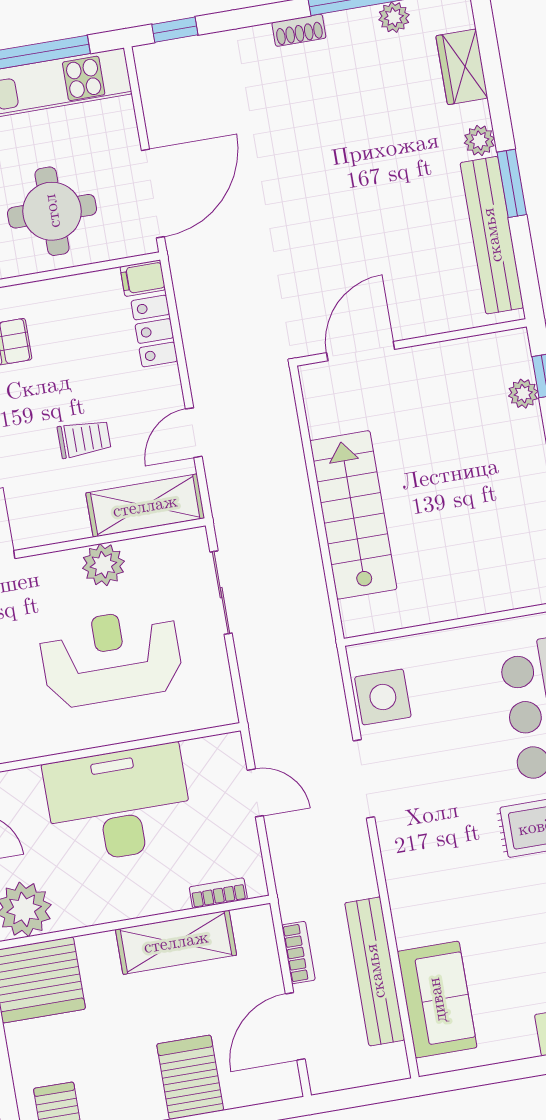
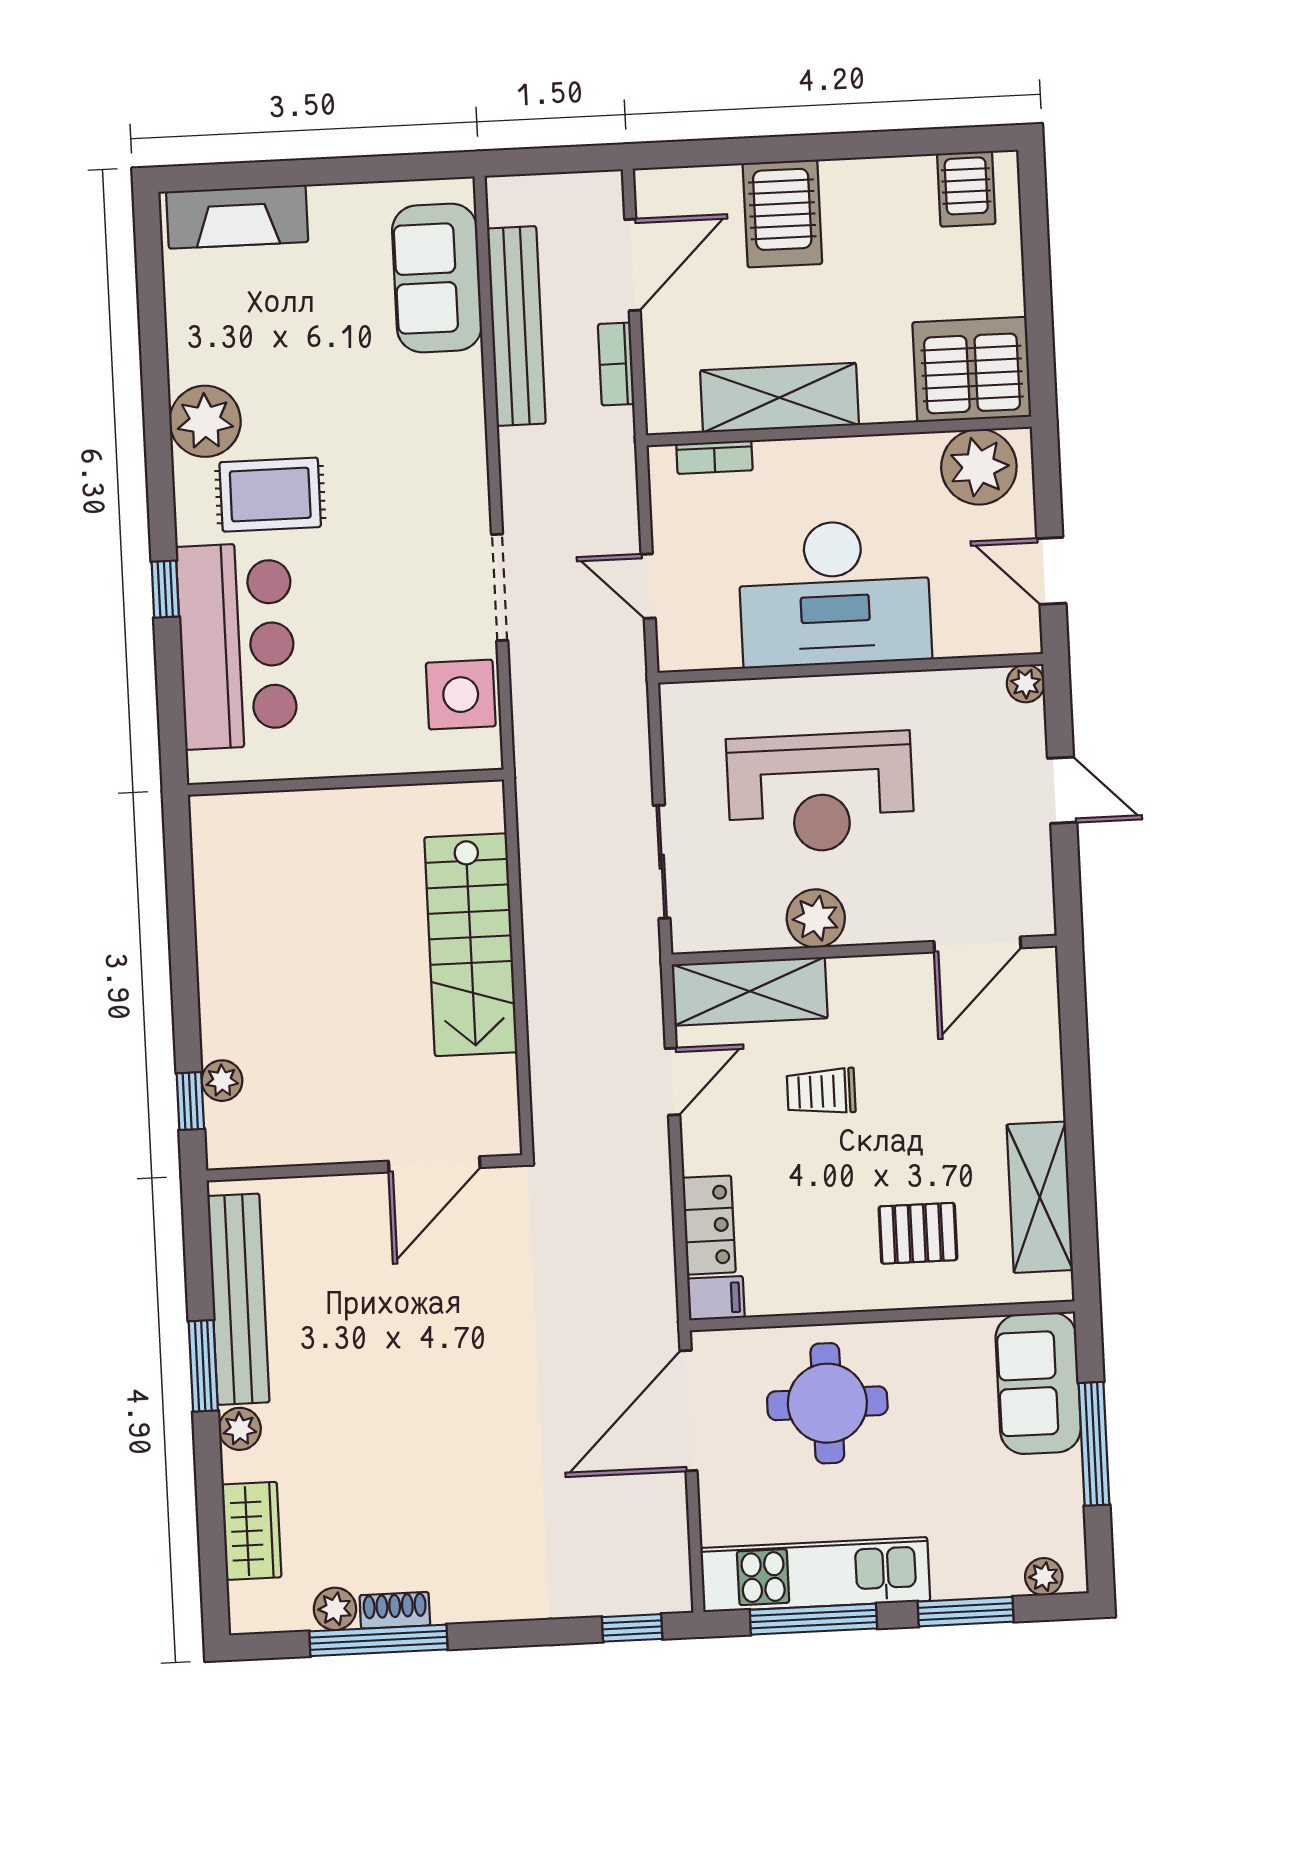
shoe rack: (299, 30) -> (395, 1610), moved

